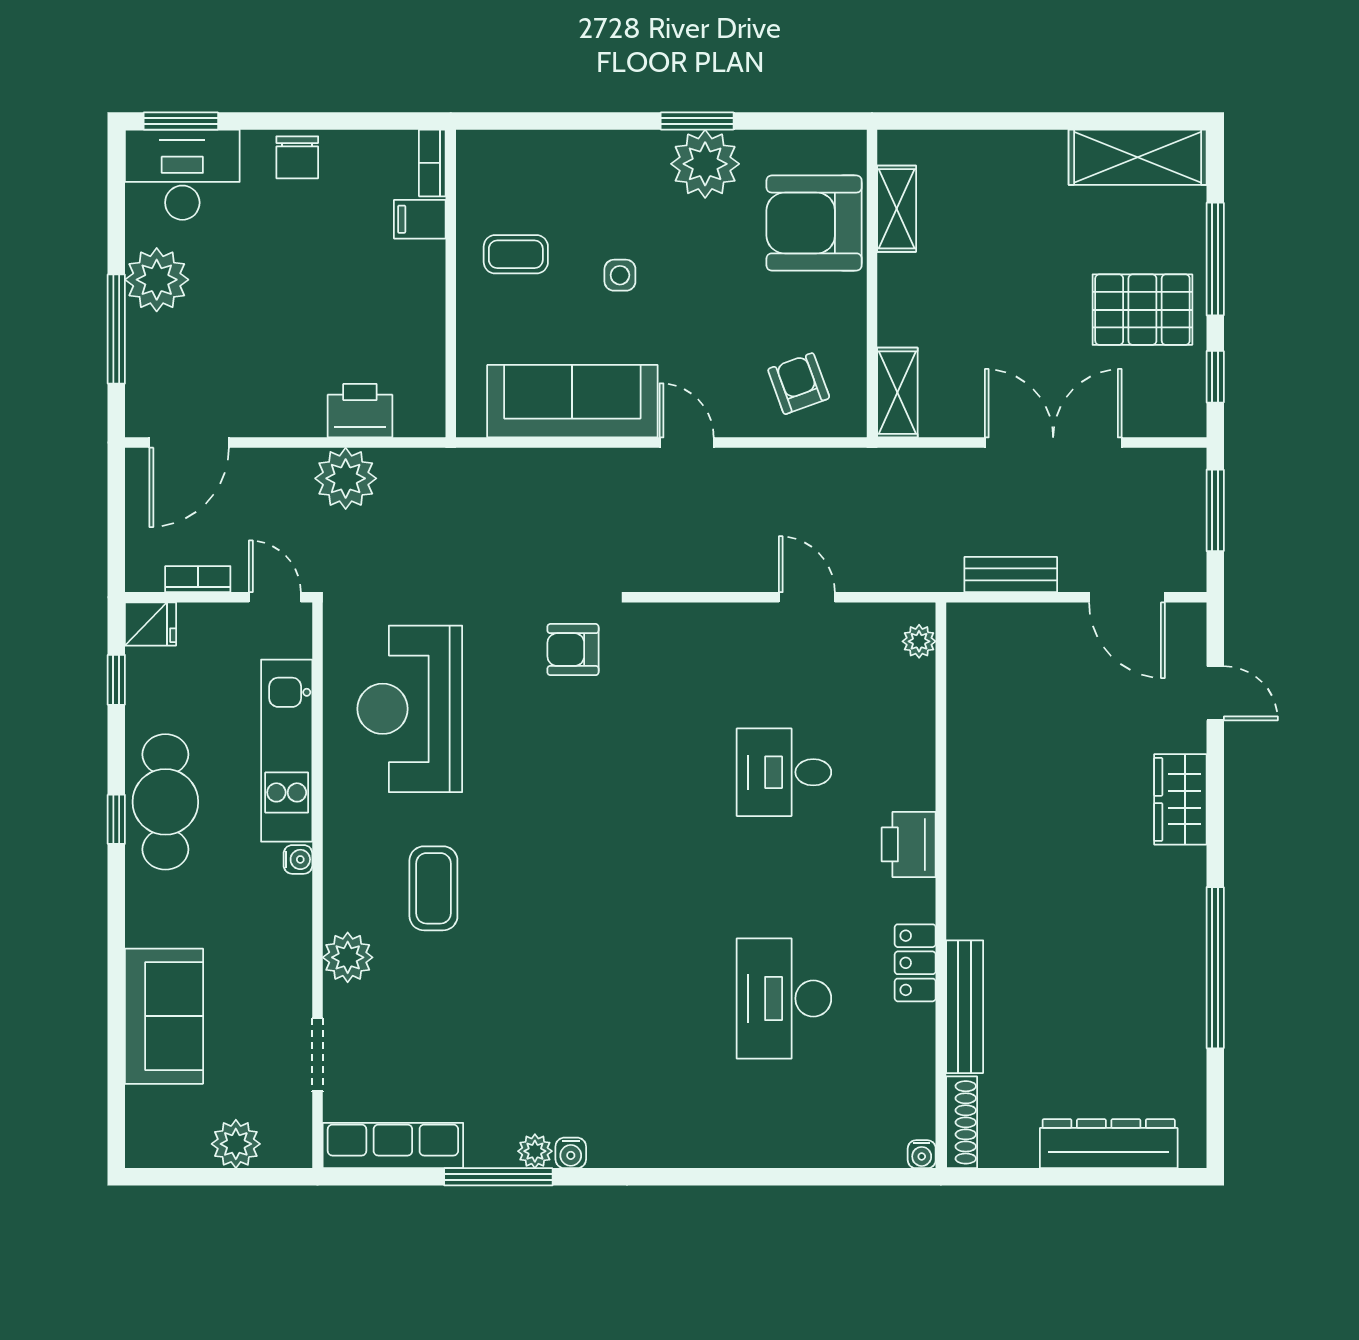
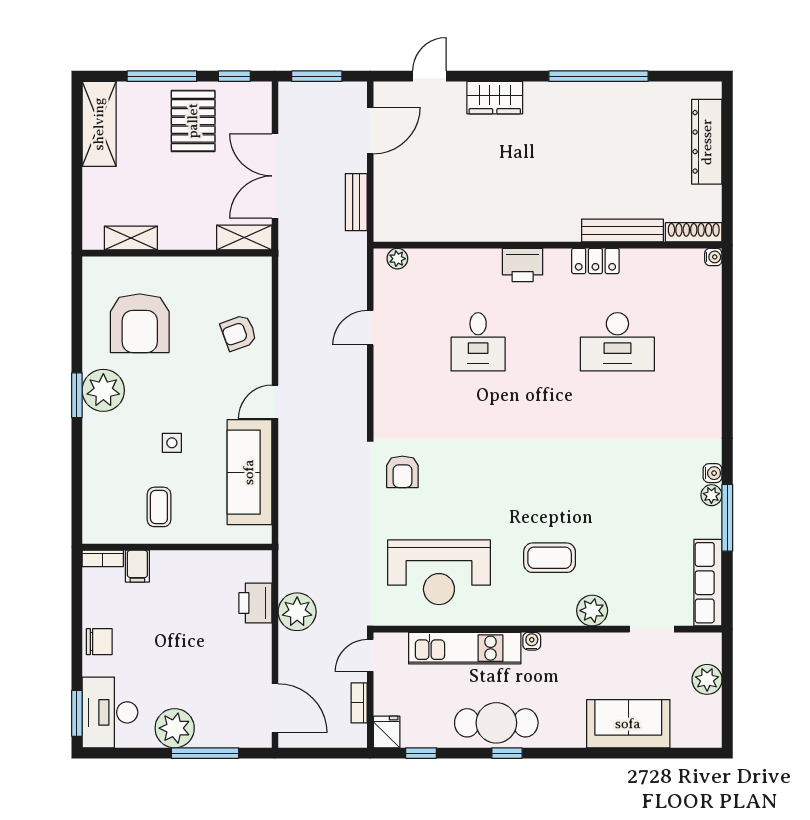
shelving: (897, 209) -> (131, 238), moved
wall: (872, 283) -> (177, 253), moved
shelving: (897, 393) -> (244, 237), moved

